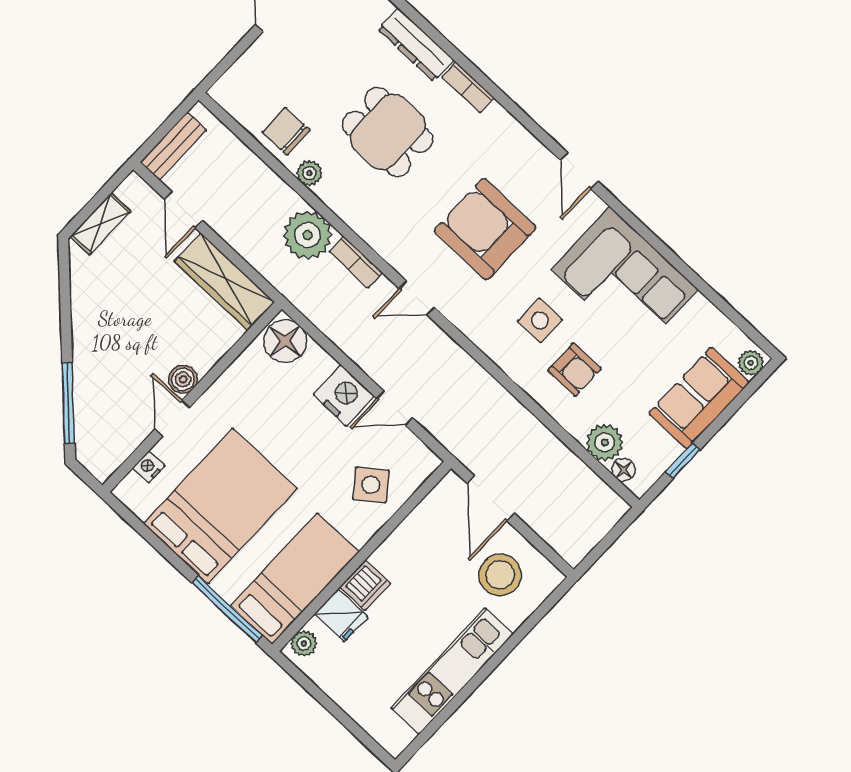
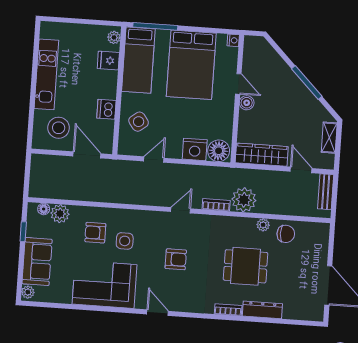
armchair: (485, 229) -> (176, 259), width x0.53, depth x0.53
nightstand: (344, 395) -> (195, 149), moved
window: (68, 403) -> (307, 82), moved
nightstand: (149, 467) -> (233, 40), moved
dishwasher: (365, 585) -> (106, 109), moved

